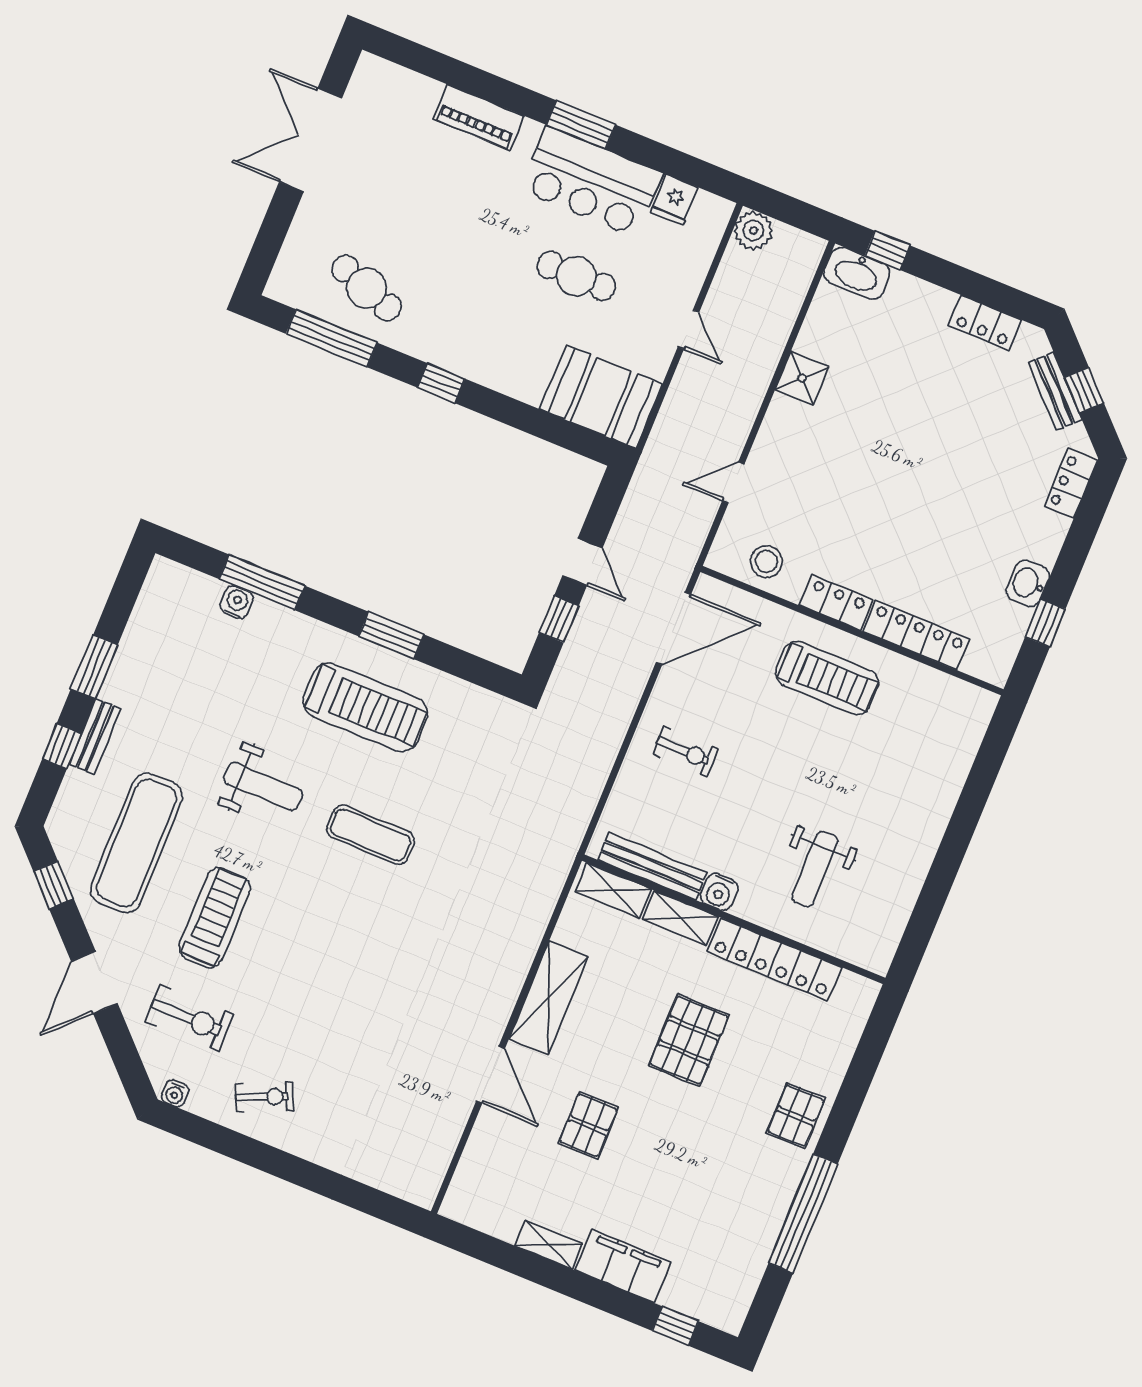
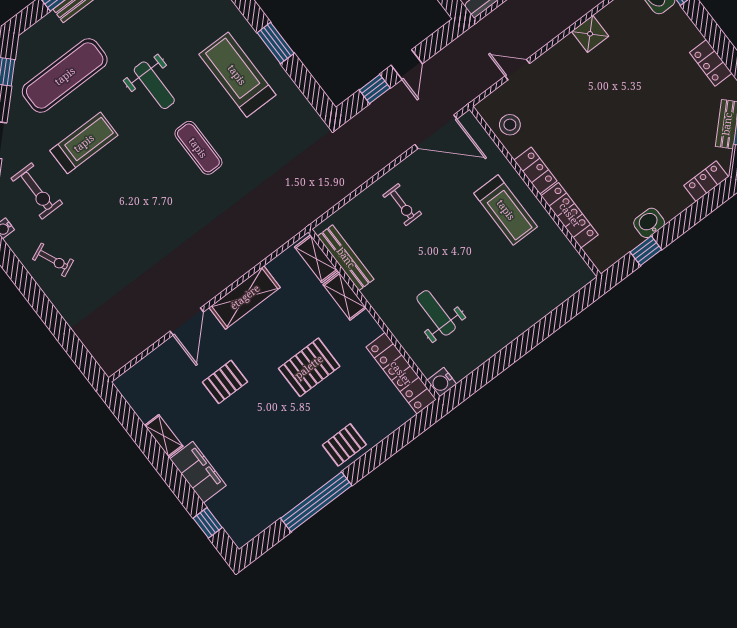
treadmill: (365, 707) -> (237, 75), turned 180
weight bench: (815, 869) -> (436, 313), turned 90
water cooler: (719, 892) -> (442, 382), moved
locker: (774, 960) -> (401, 373), moved

